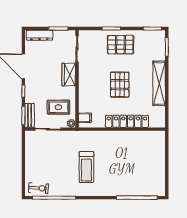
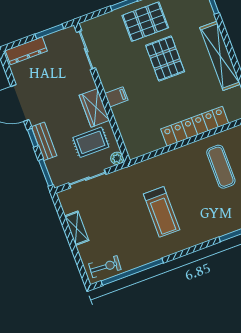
wardrobe: (69, 75) -> (94, 108), moved
pallet: (120, 85) -> (165, 59), moved
bench: (30, 115) -> (44, 141), moved
filing cabinet: (85, 118) -> (116, 97), moved
exercise mat: (134, 153) -> (221, 167), added
shelving: (30, 158) -> (77, 228), added

